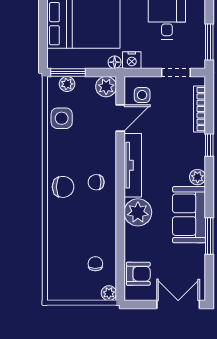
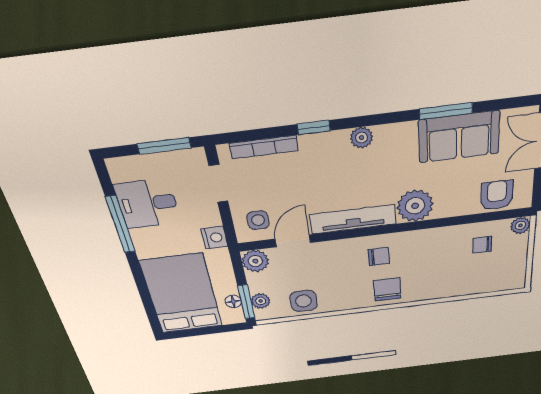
floor lamp: (115, 62) -> (233, 301), moved
door: (120, 118) -> (293, 241), hinge flipped
chair: (96, 182) -> (379, 257), turned -90
sofa: (189, 215) -> (459, 137), moved

